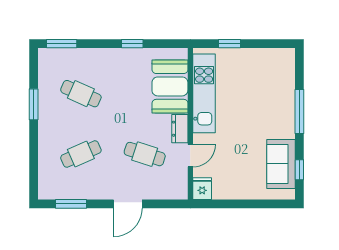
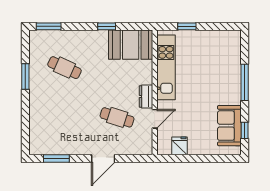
booth: (170, 86) -> (131, 45), moved, turned 90
cafe table: (81, 154) -> (64, 117), removed
fridge: (202, 189) -> (180, 146), moved

